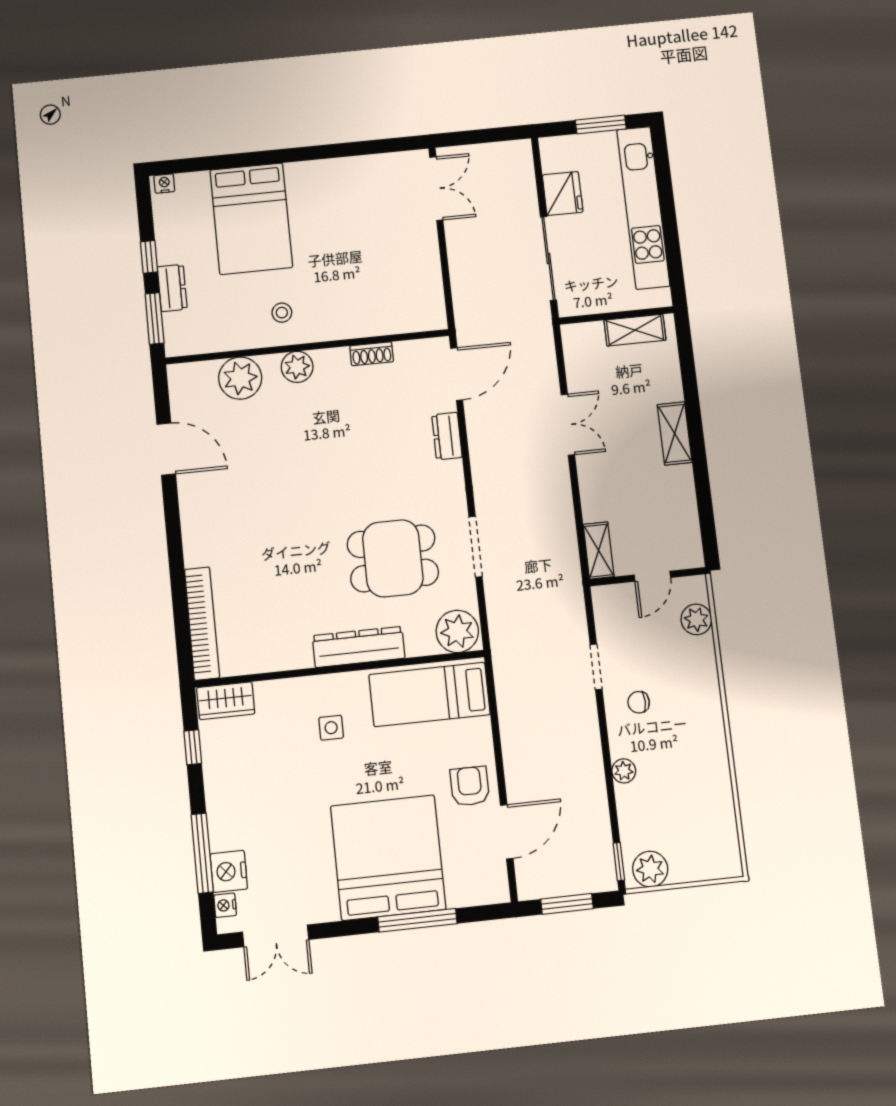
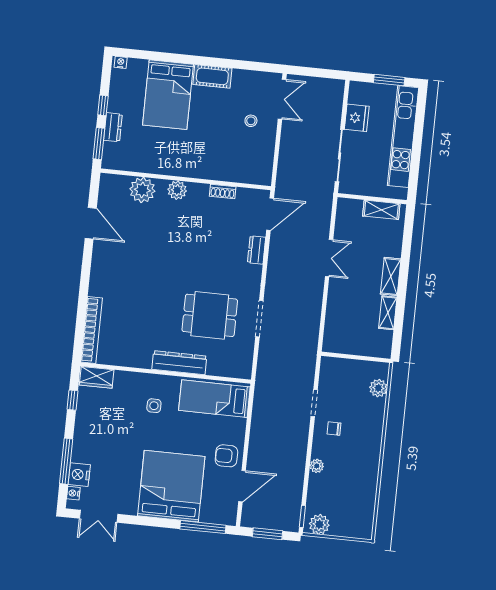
cot: (317, 176) -> (212, 76), added
stool: (282, 313) -> (251, 121), moved
shelving: (599, 551) -> (388, 313), moved
door: (652, 576) -> (359, 358), removed
plant: (457, 631) -> (238, 366), removed
armchair: (470, 786) -> (226, 456), turned -90
window: (417, 920) -> (203, 527), moved

